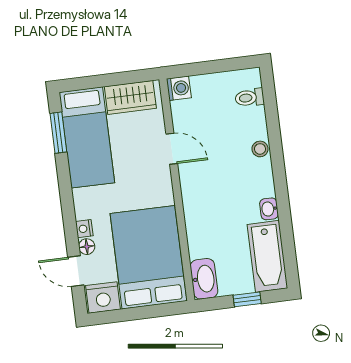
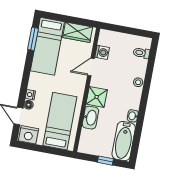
washing machine: (179, 88) -> (102, 52), moved
door: (172, 149) -> (91, 67), swing flipped
shower: (198, 196) -> (97, 97), added
bed: (148, 257) -> (60, 121), width x0.67
washbasin: (204, 279) -> (90, 118), moved

